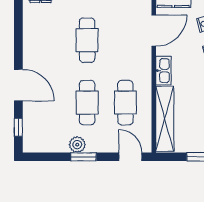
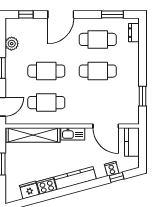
window: (18, 23) -> (112, 14), added
cafe table: (49, 40) -> (98, 39), added
plant: (77, 145) -> (12, 44), moved

